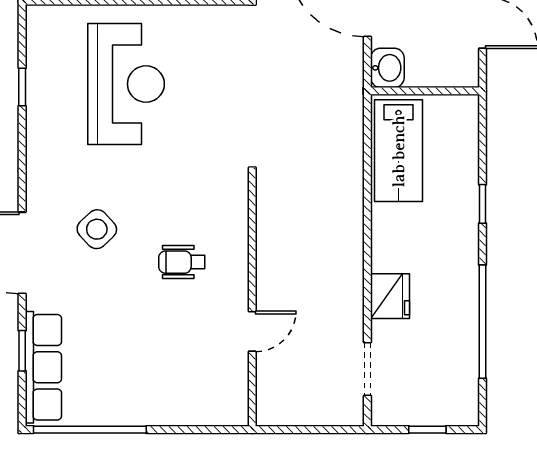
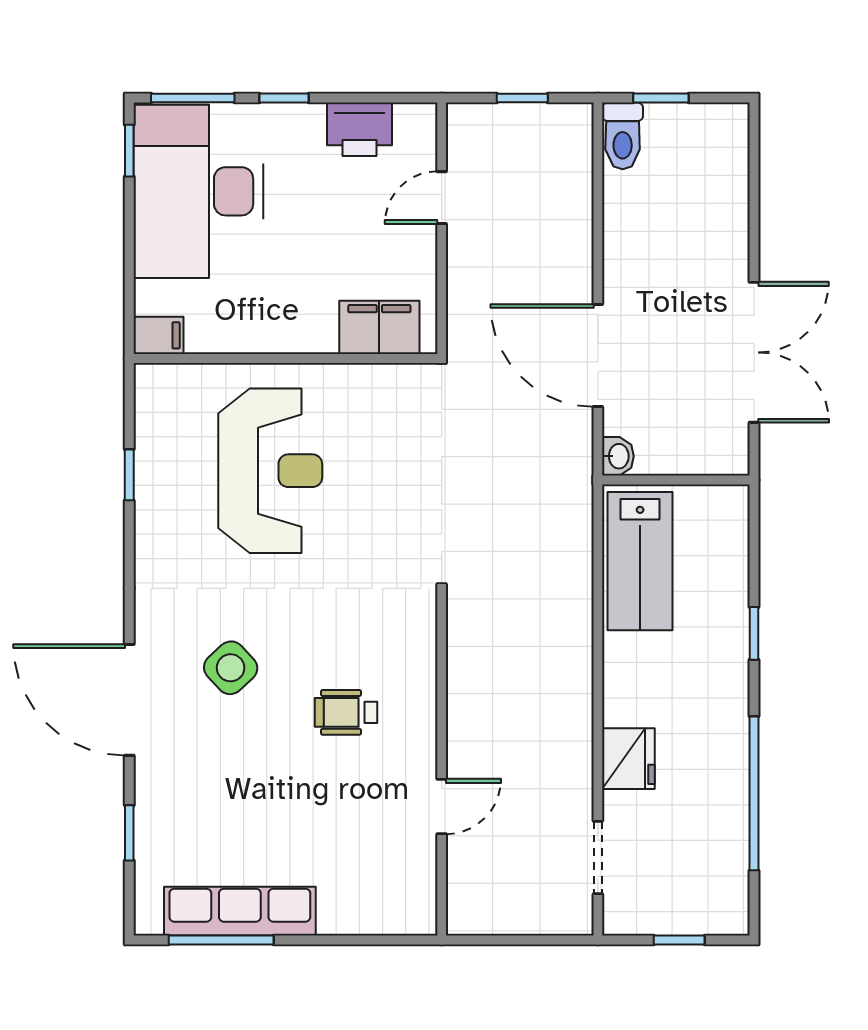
washbasin: (387, 68) -> (618, 456), width x0.72, depth x0.69
row of seats: (43, 367) -> (240, 911), moved, turned -90
window: (90, 430) -> (221, 940), width x0.68

